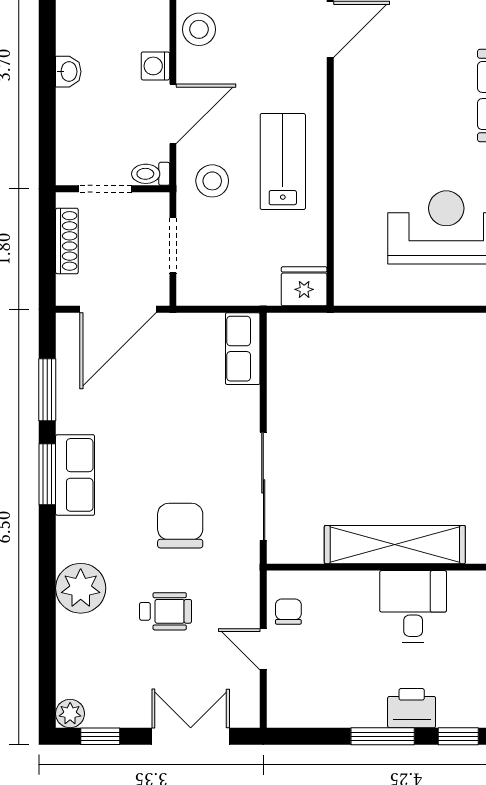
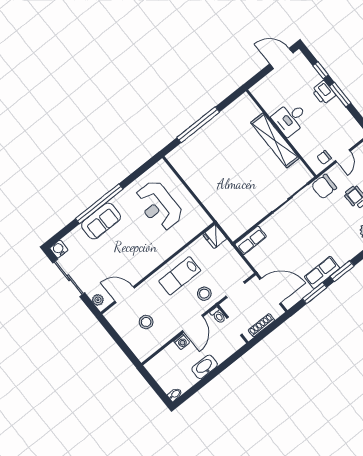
stool: (199, 29) -> (146, 322), moved
washbasin: (68, 72) -> (205, 367), width x1.91, depth x1.45
door: (173, 114) -> (193, 324), swing flipped
row of seats: (75, 475) -> (322, 272), moved
chair: (180, 526) -> (324, 187), moved

